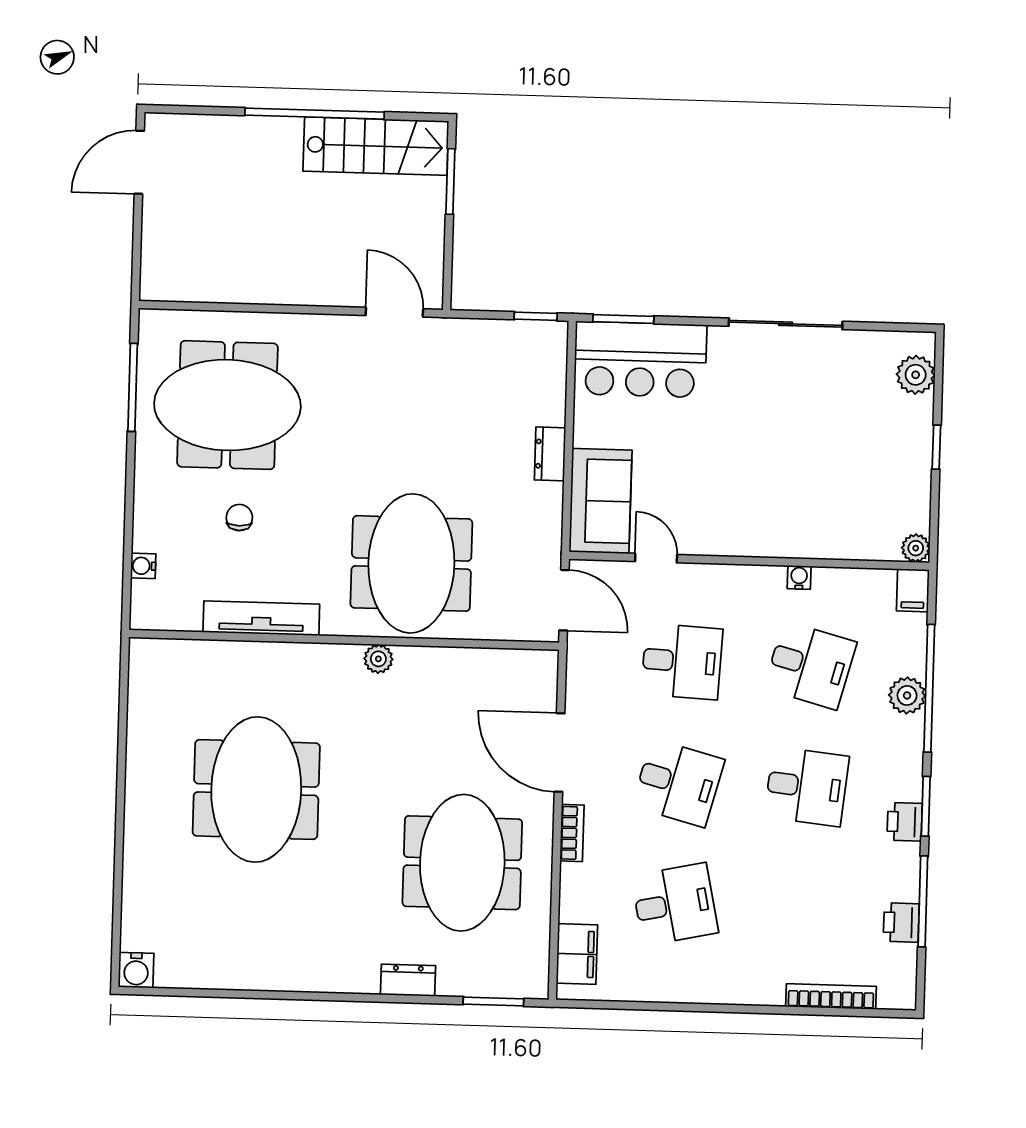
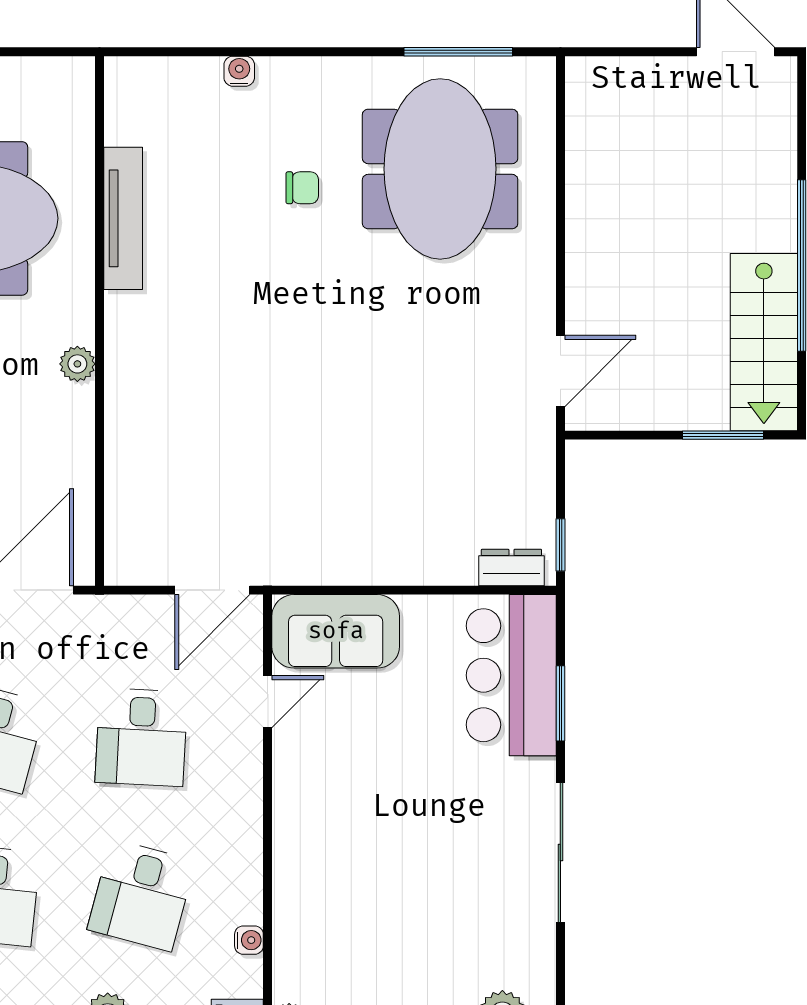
window: (623, 319) -> (560, 703), moved
dresser: (550, 454) -> (511, 567), moved
meeting table: (411, 563) -> (252, 401), removed
water cooler: (799, 577) -> (249, 940), moved
tv unit: (261, 618) -> (123, 218), moved
wall: (344, 640) -> (100, 321), moved
plant: (378, 659) -> (77, 364), moved

